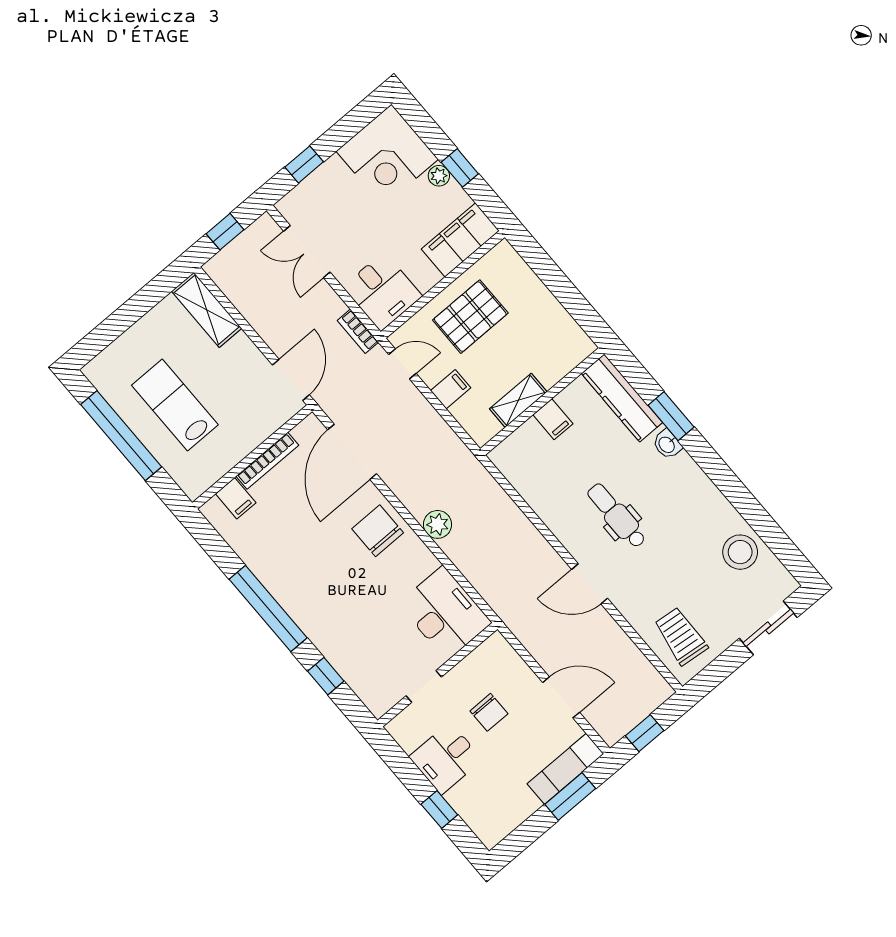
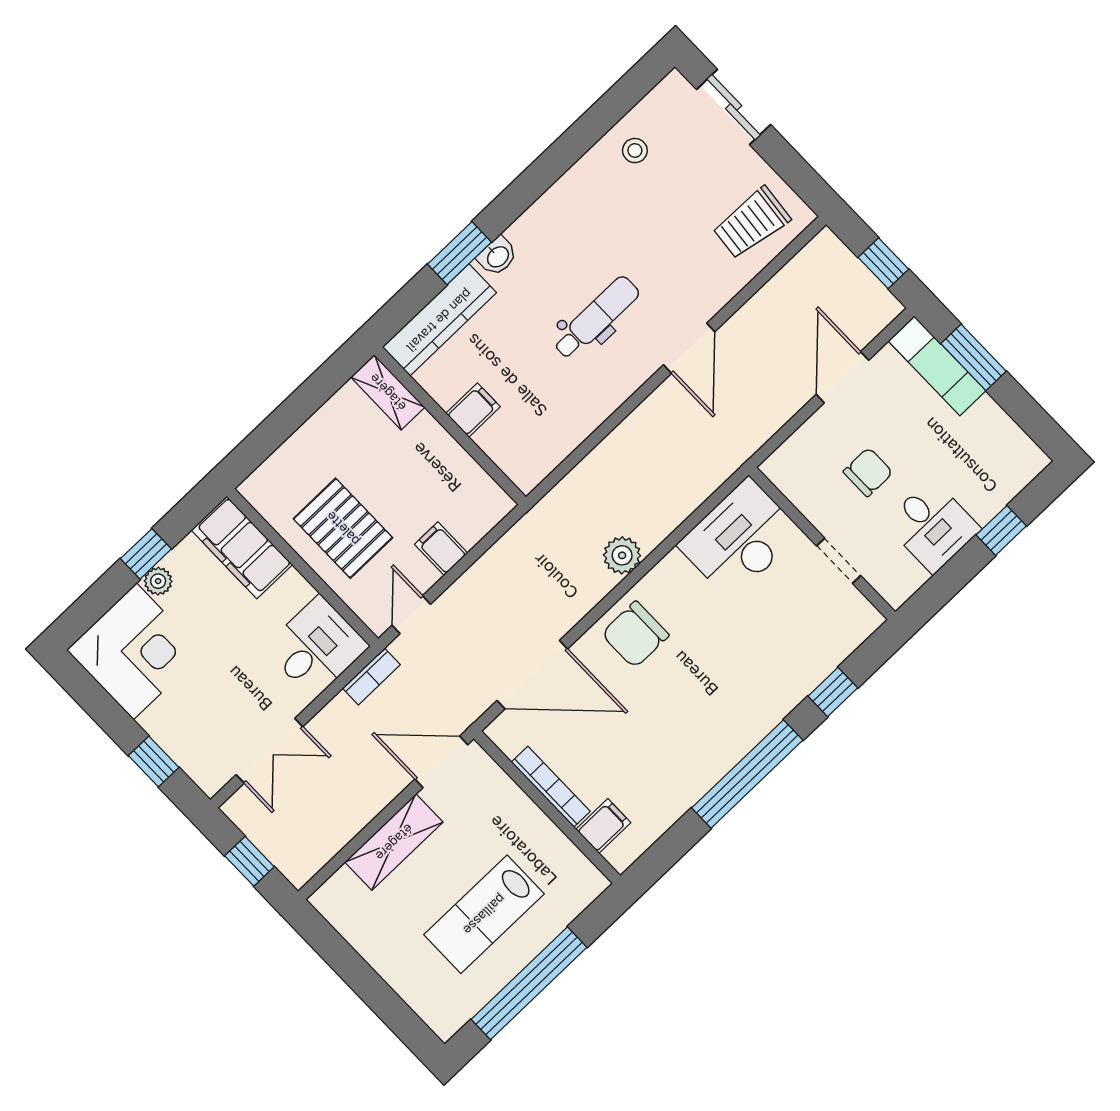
shelving: (207, 310) -> (394, 842), moved
shelving: (518, 400) -> (388, 392), moved
dental chair: (617, 516) -> (596, 318), turned 180
stool: (740, 552) -> (635, 151), width x0.53, depth x0.53

